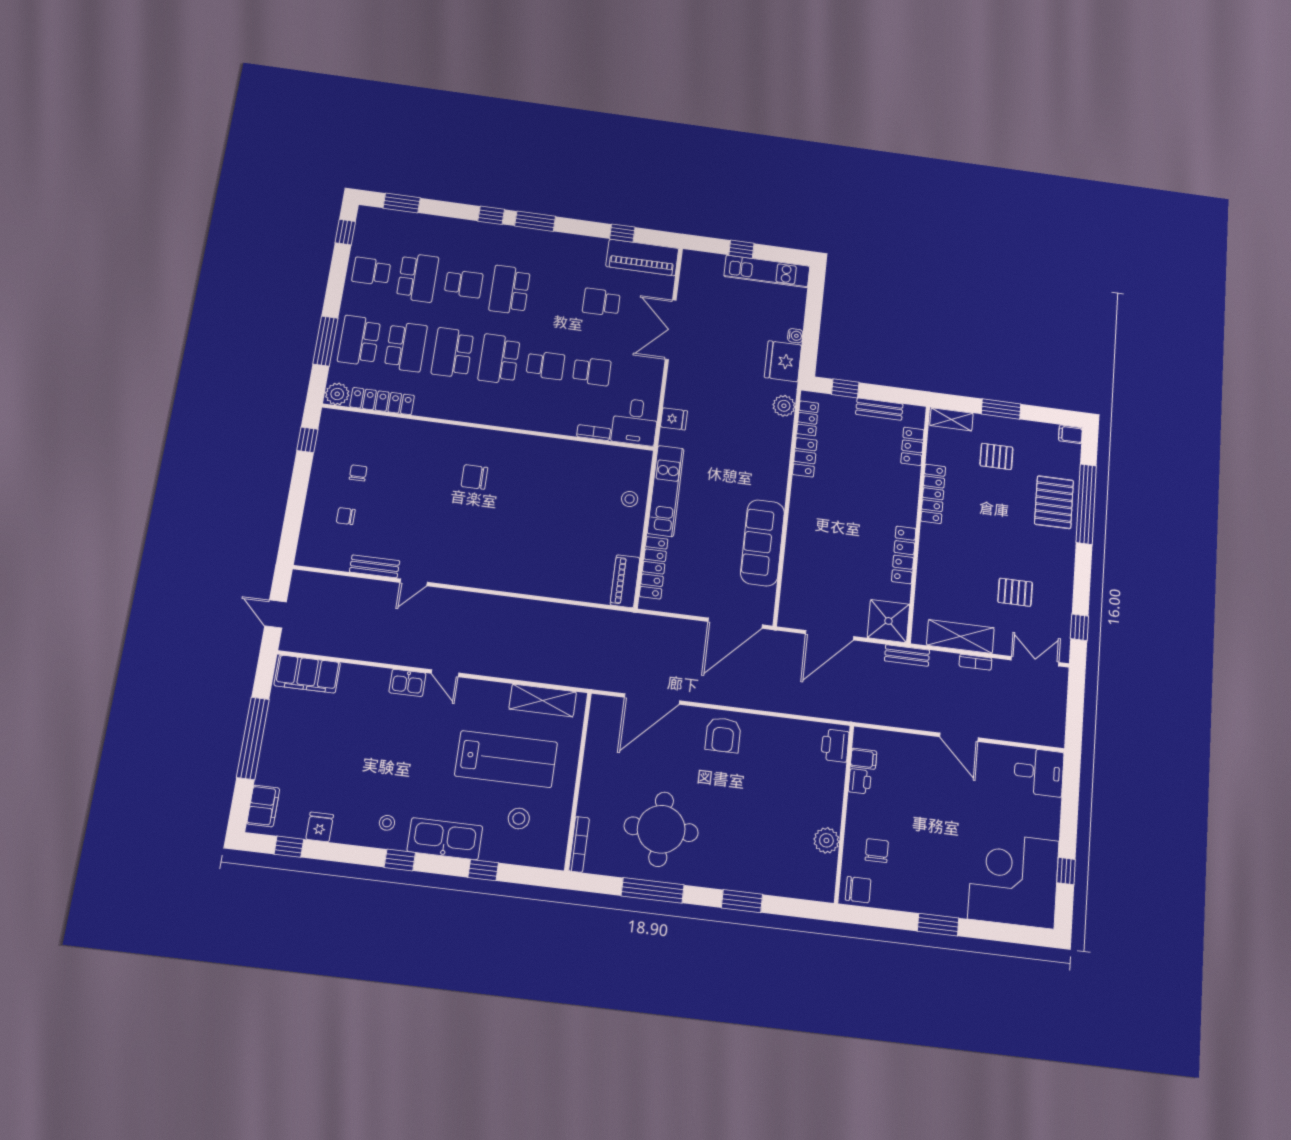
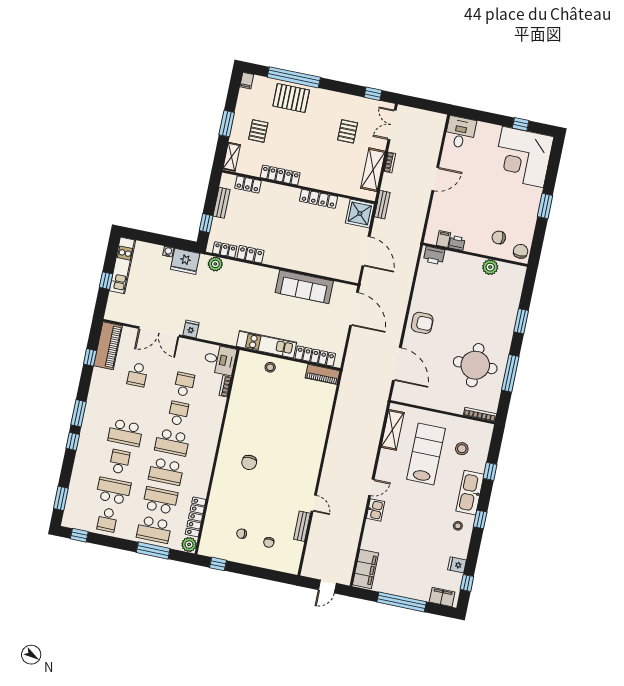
fridge: (674, 419) -> (191, 329), moved

